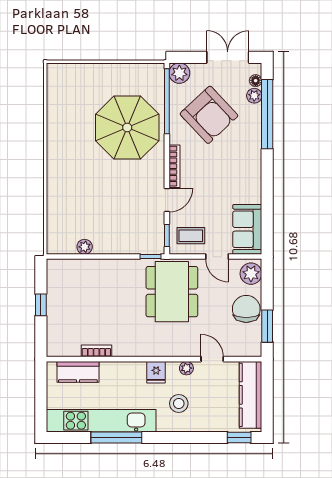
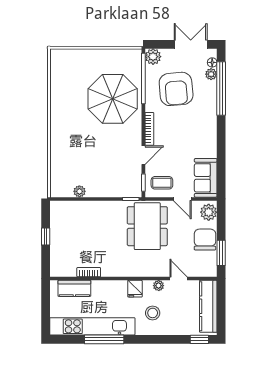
armchair: (209, 115) -> (176, 89), turned 38

